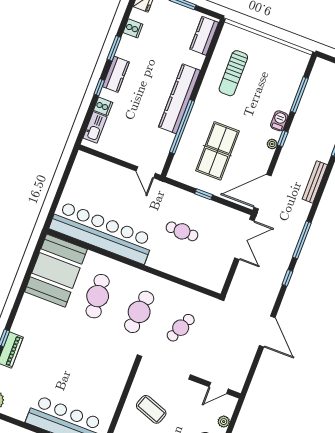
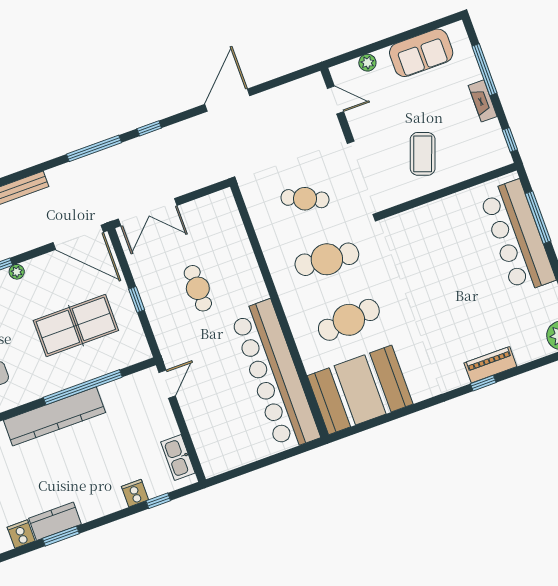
kitchen counter: (116, 74) -> (55, 521), moved
window: (99, 87) -> (158, 501), moved
kitchen sink: (95, 127) -> (178, 457), moved, turned -90
double door: (244, 239) -> (148, 212), swing flipped

